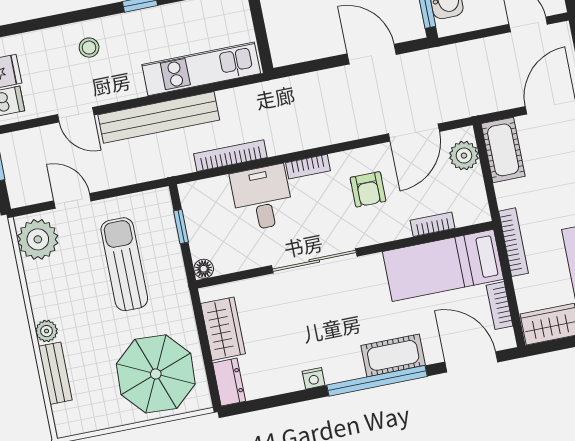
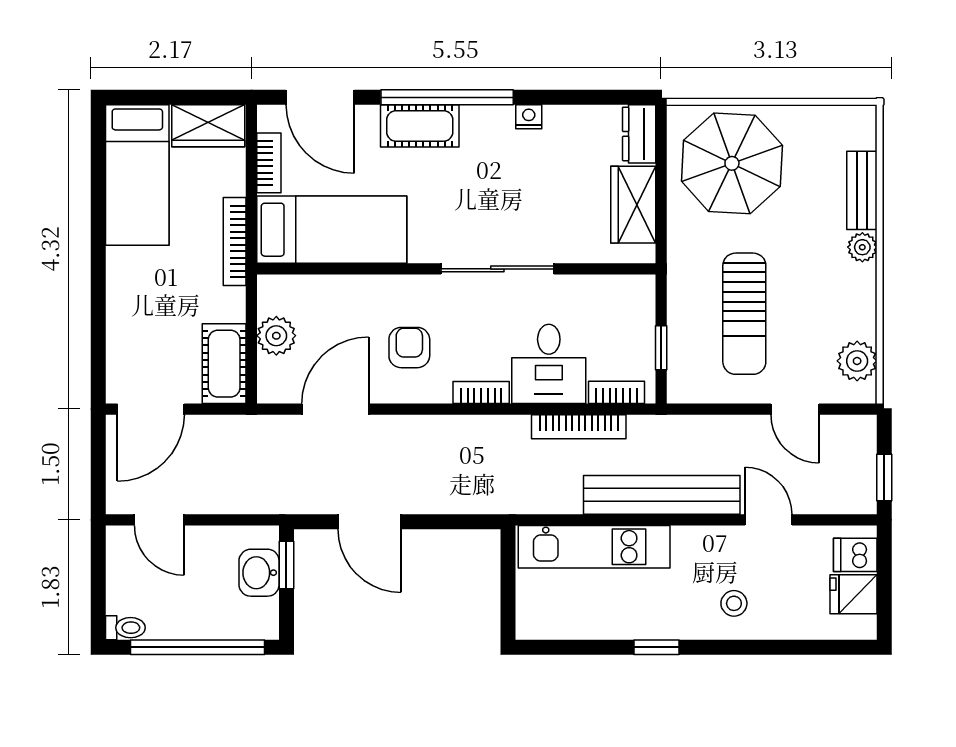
plant: (464, 156) -> (276, 336), moved
bookcase: (432, 224) -> (616, 392), moved, turned 180
plant: (38, 239) -> (857, 361), width x0.73, depth x0.73
floor lamp: (204, 269) -> (643, 287), removed

